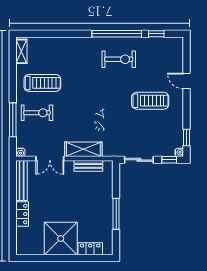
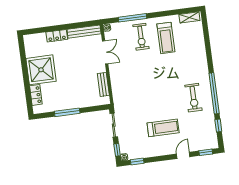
window: (187, 53) -> (206, 152), added
treadmill: (150, 101) -> (163, 128), turned -90
shelving: (83, 149) -> (116, 79), removed
double door: (50, 159) -> (105, 52), swing flipped

